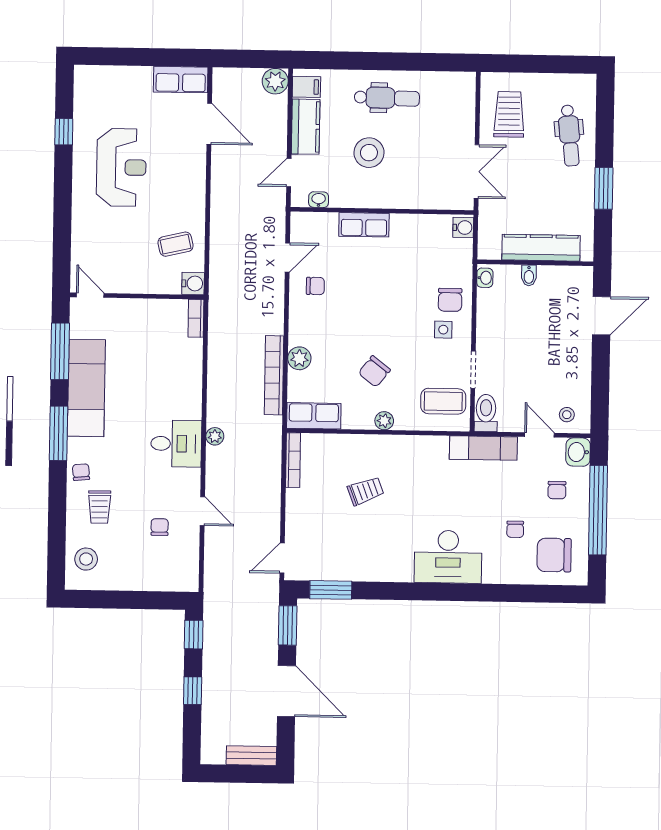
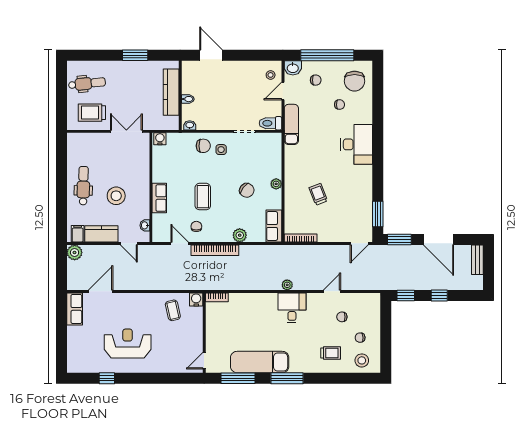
dental chair: (570, 136) -> (87, 84), moved
bookcase: (274, 375) -> (215, 250), moved
coffee table: (443, 401) -> (203, 197), moved
chair: (81, 472) -> (360, 338), moved
door: (282, 558) -> (359, 243), hinge flipped
door: (286, 691) -> (439, 239), swing flipped

